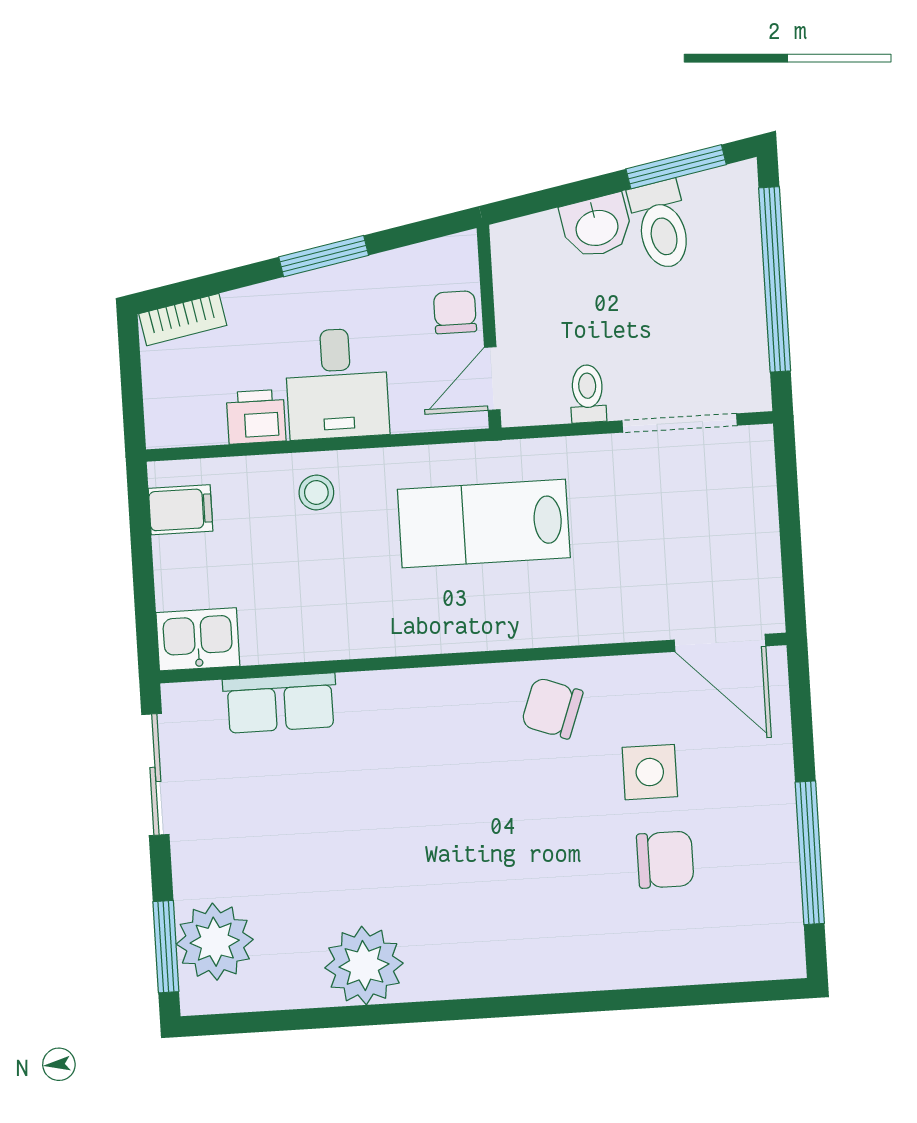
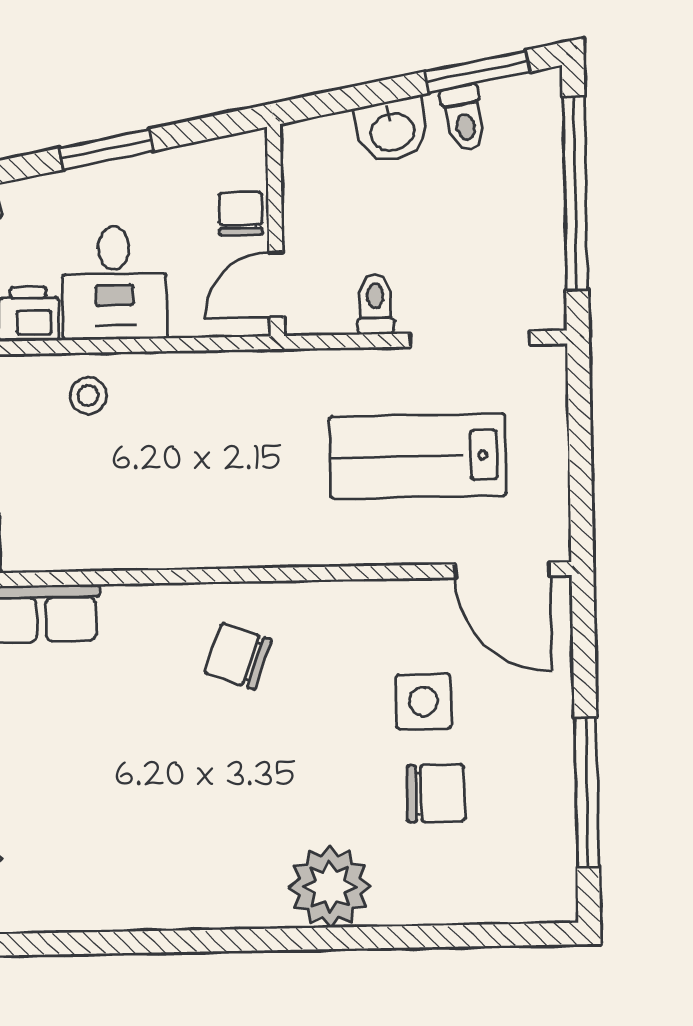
toilet: (661, 225) -> (464, 118), width x0.73, depth x0.72
lab bench: (484, 524) -> (418, 456), moved
chair: (552, 708) -> (238, 656), moved
plant: (364, 965) -> (330, 886), moved

